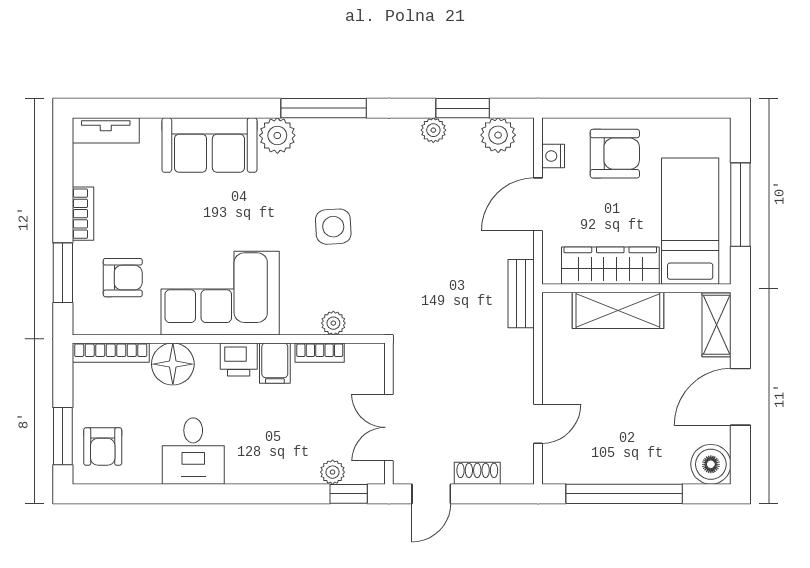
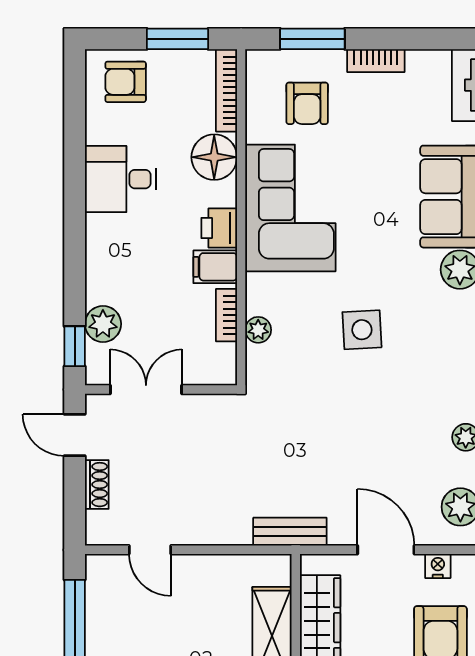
window: (63, 436) -> (177, 39), moved
plant: (333, 472) -> (103, 324), width x1.38, depth x1.38

